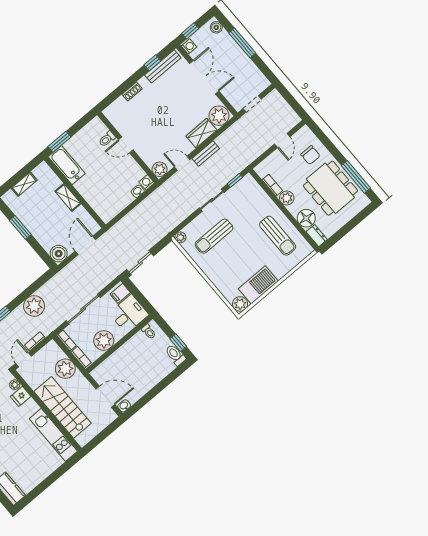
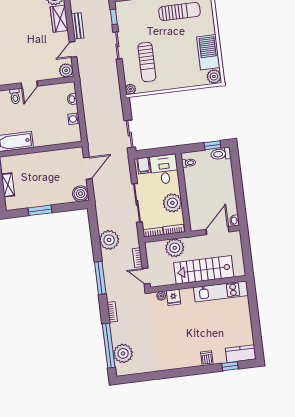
washing machine: (147, 182) -> (74, 119), moved
shelving: (68, 197) -> (41, 157), removed
door: (85, 245) -> (88, 168), swing flipped

